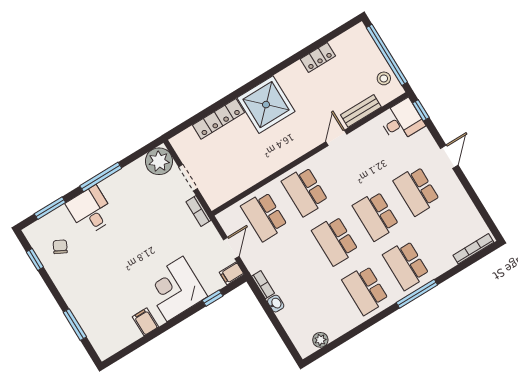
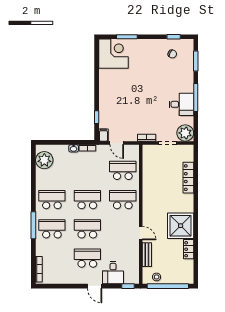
shower: (266, 105) -> (181, 226), moved
desk: (402, 121) -> (113, 273), moved
desk: (91, 211) -> (181, 104), moved
corner desk: (175, 289) -> (113, 54), moved
filing cabinet: (145, 322) -> (106, 74), removed
plant: (320, 340) -> (44, 160), width x1.87, depth x1.87

